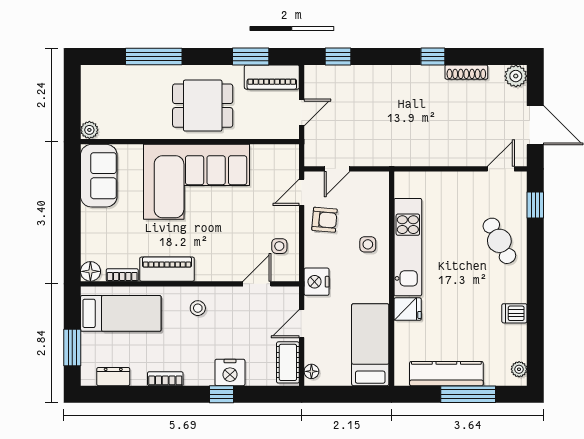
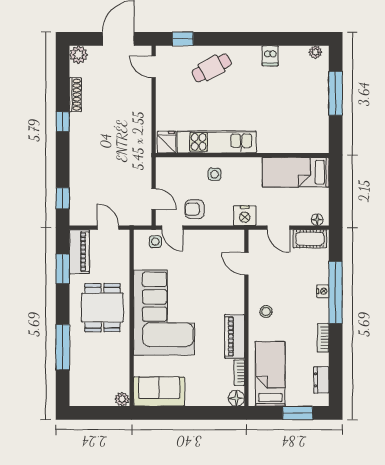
armchair: (324, 220) -> (195, 209), turned -95
side table: (279, 246) -> (155, 242), moved
fridge: (408, 309) -> (167, 142), moved
nightstand: (230, 372) -> (323, 291), width x0.53, depth x0.56
kitchen counter: (446, 374) -> (319, 111), removed
window: (221, 394) -> (336, 292), width x3.17

